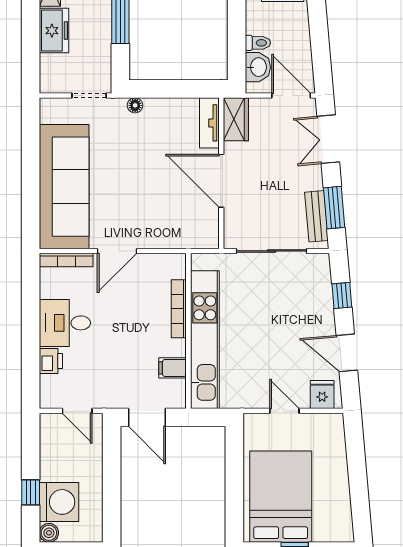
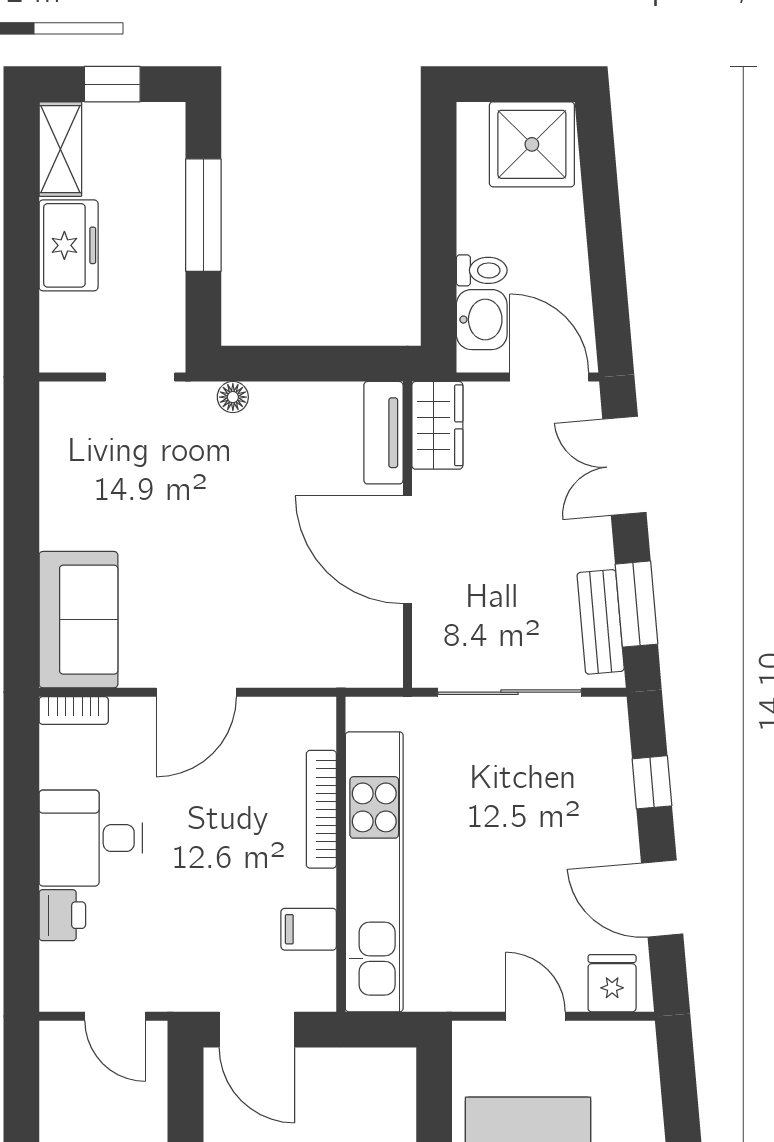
sofa: (64, 187) -> (78, 620), width x0.54, depth x0.79
bookcase: (66, 260) -> (74, 711), width x0.64

